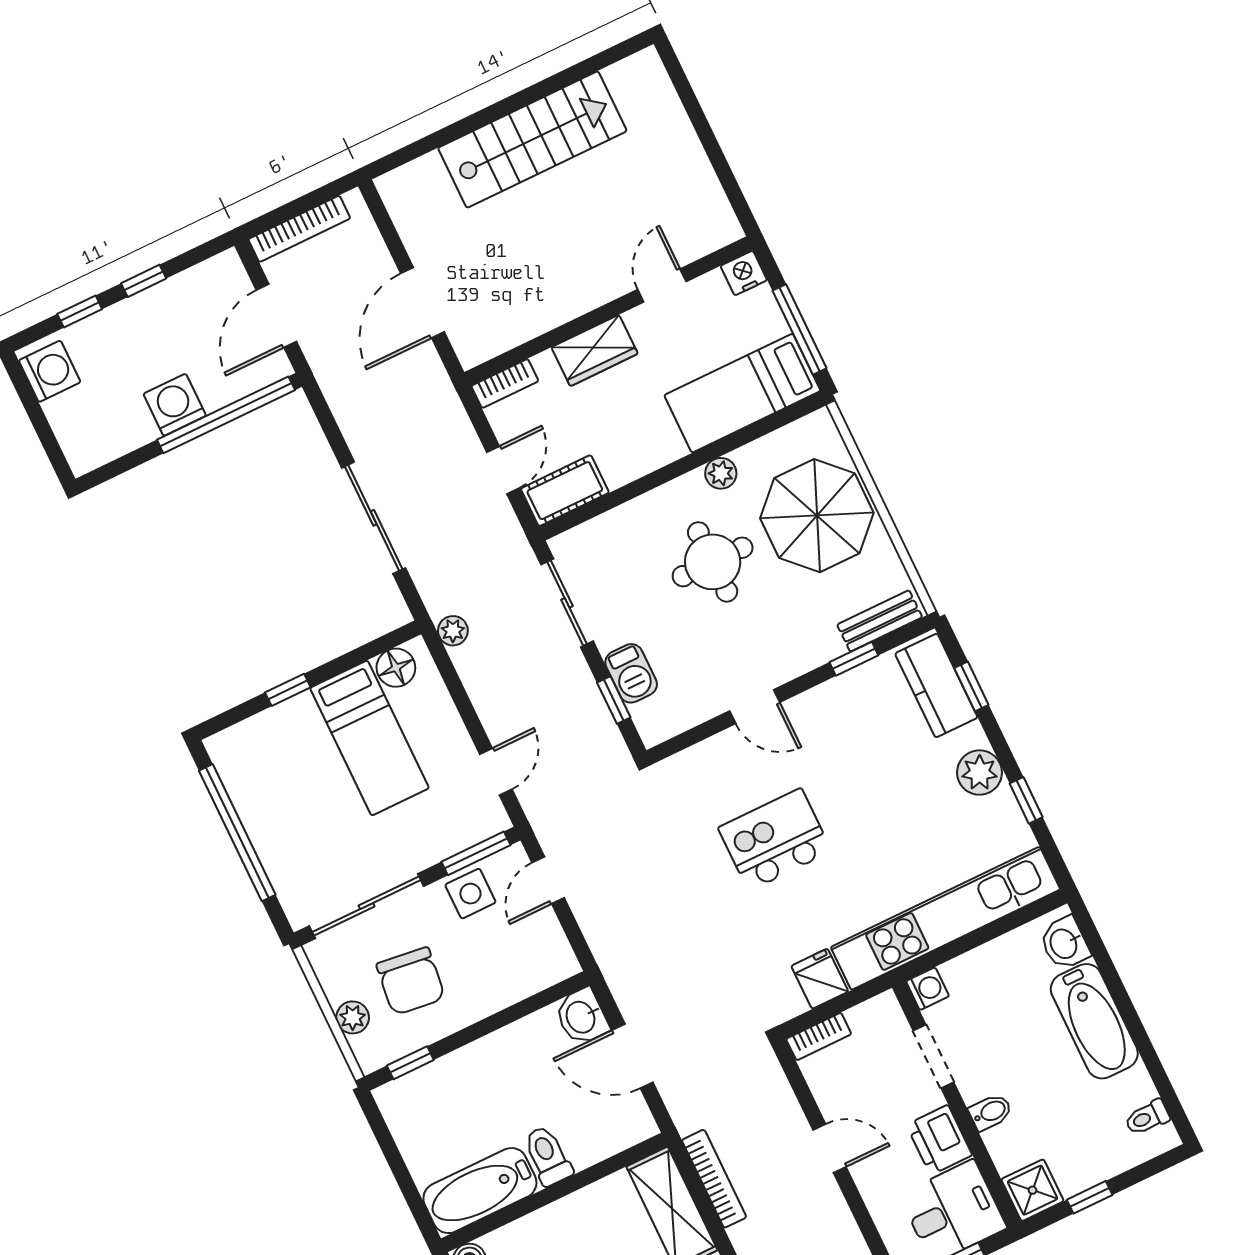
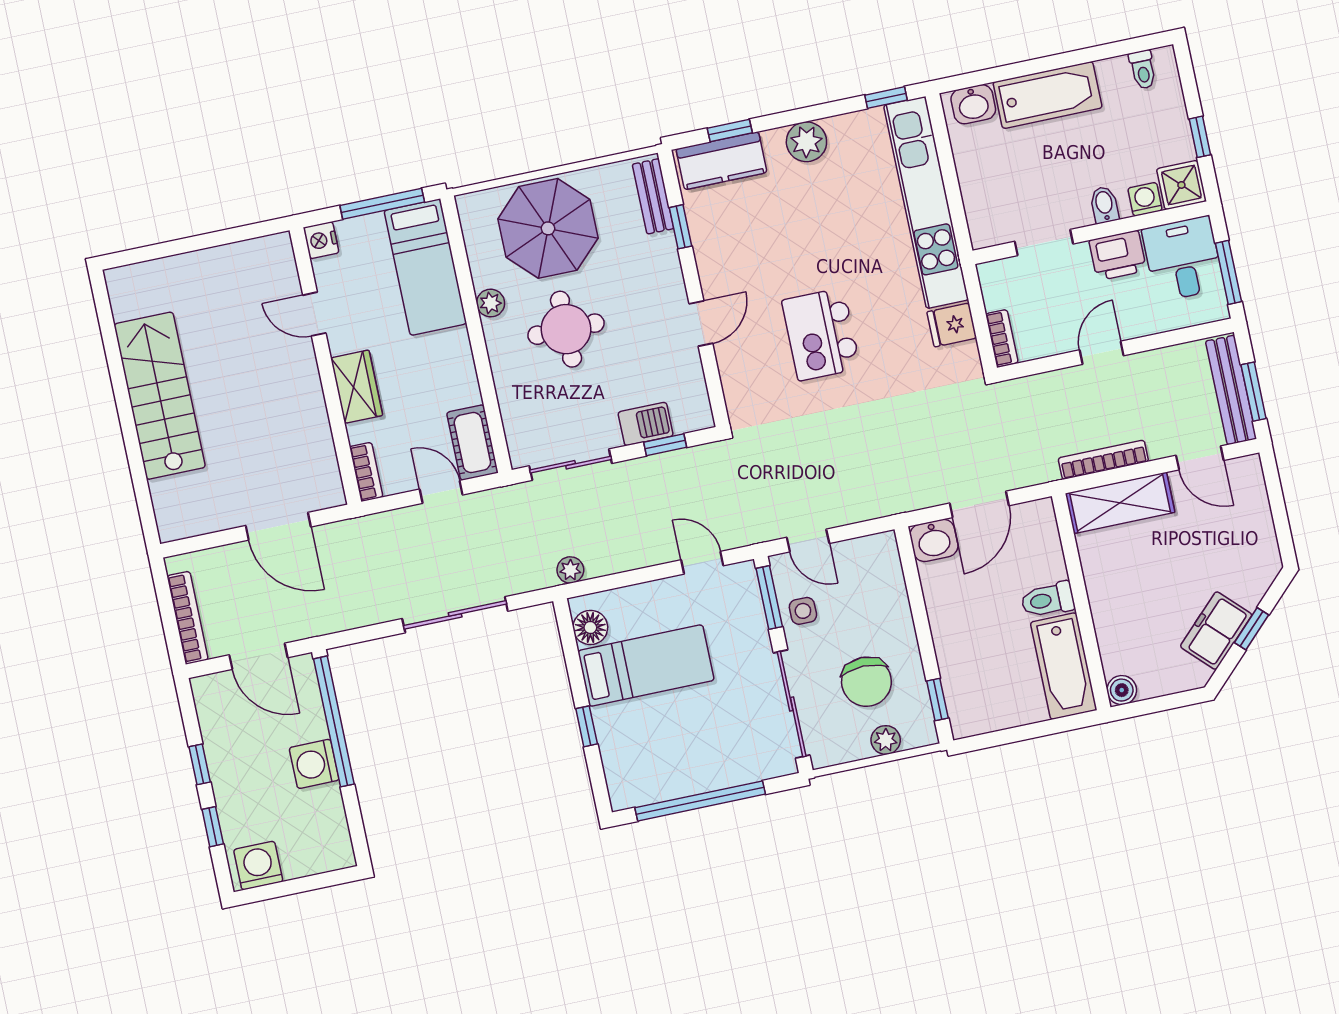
window: (1026, 800) -> (886, 98), moved
side table: (470, 894) -> (803, 611), width x0.73, depth x0.73
chair: (411, 981) -> (866, 682), turned 83
washing machine: (927, 989) -> (1145, 199), moved

